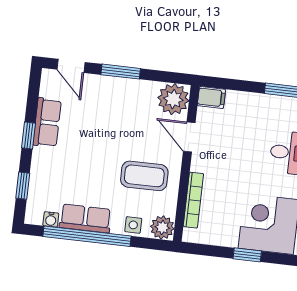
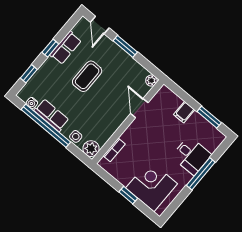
filing cabinet: (211, 97) -> (184, 112), moved, turned 90
plant: (173, 99) -> (151, 81), width x0.53, depth x0.53
coffee table: (144, 176) -> (87, 76), moved, turned 90
bookcase: (193, 200) -> (114, 150), width x0.64

